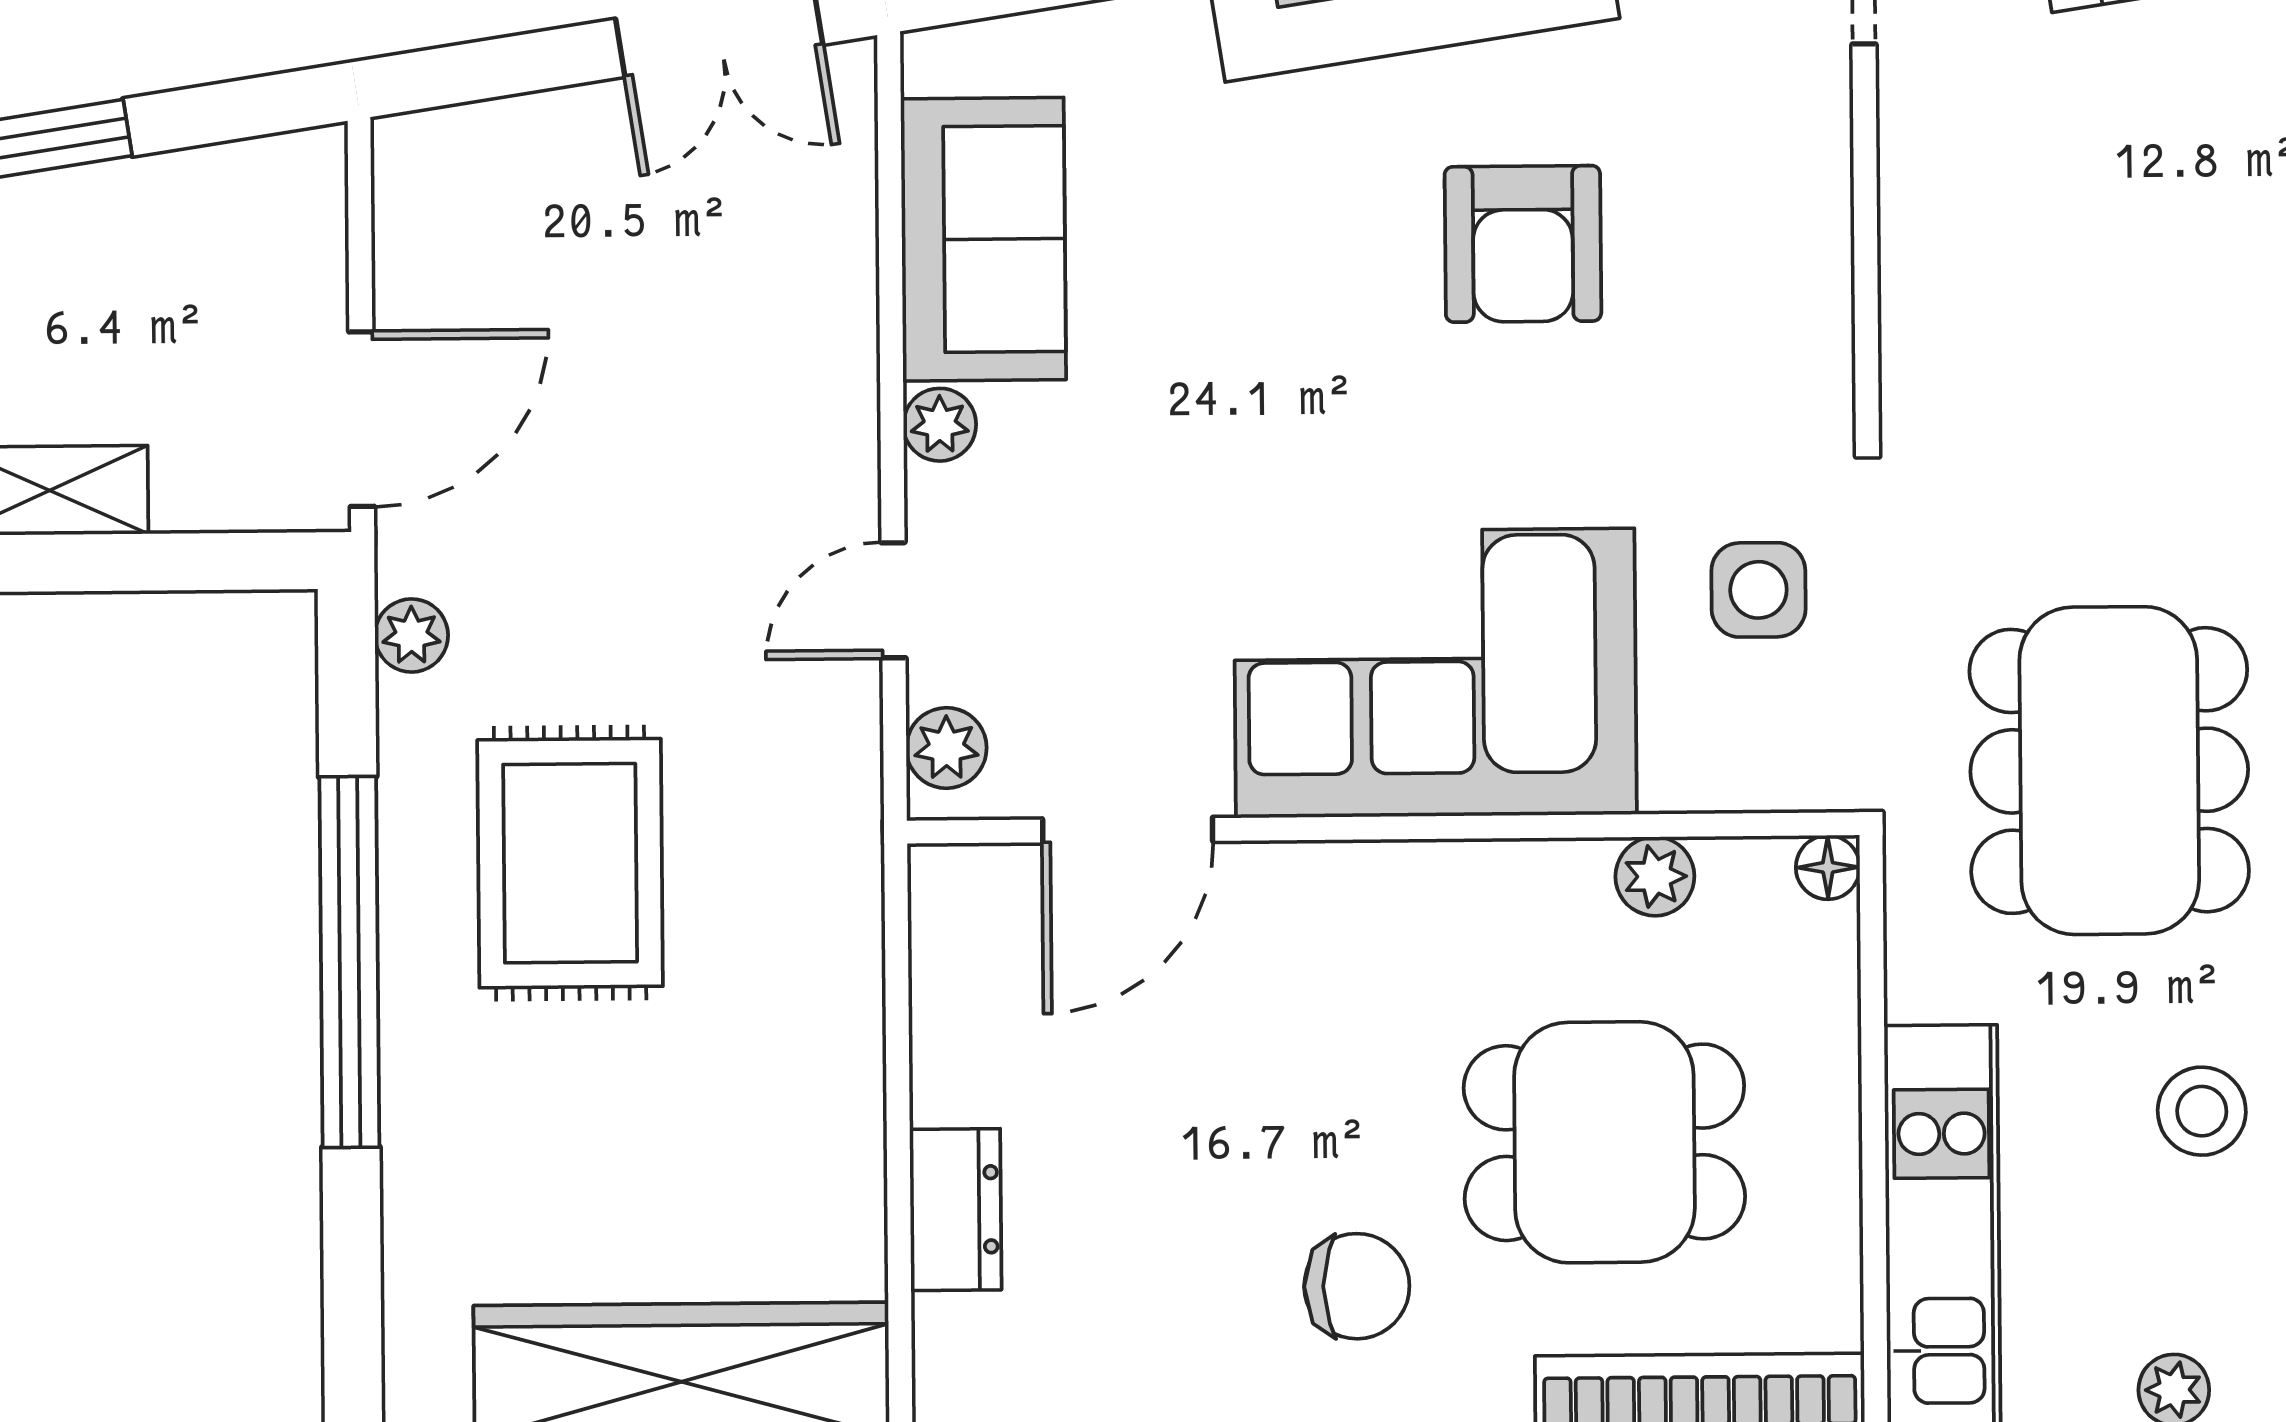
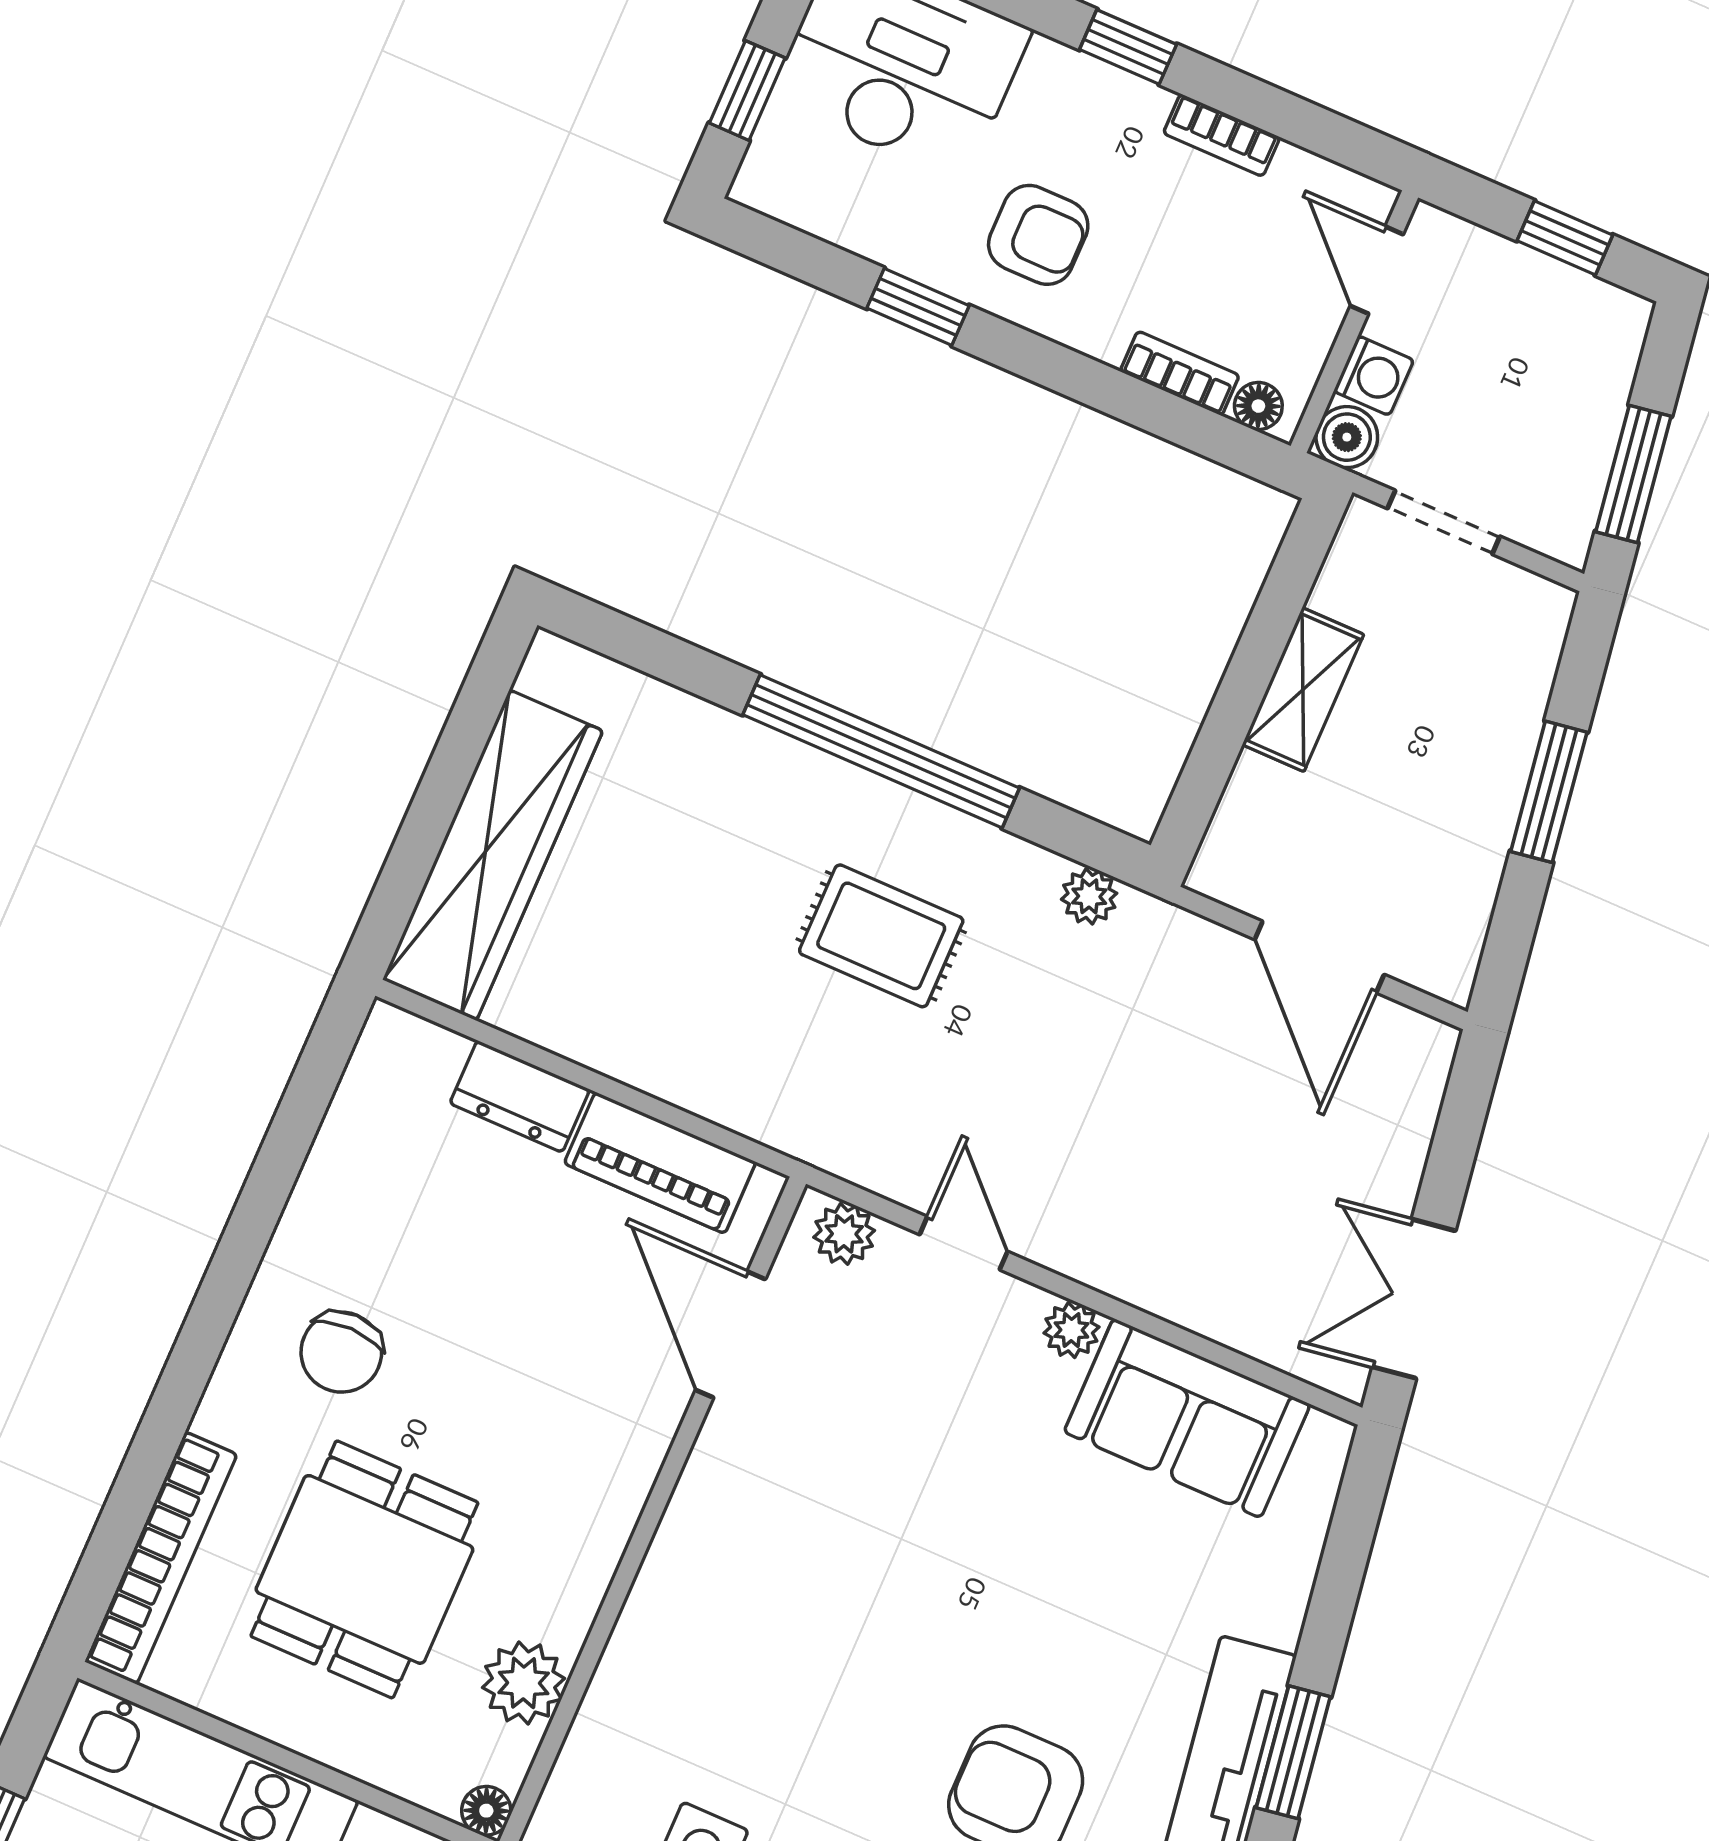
door: (362, 419) -> (1319, 957), moved
corner sofa: (1435, 673) -> (744, 1598), removed
rug: (570, 863) -> (881, 936), width x0.73, depth x0.70
plant: (1655, 876) -> (524, 1683), width x1.38, depth x1.38
piano: (960, 1006) -> (660, 1163), added

